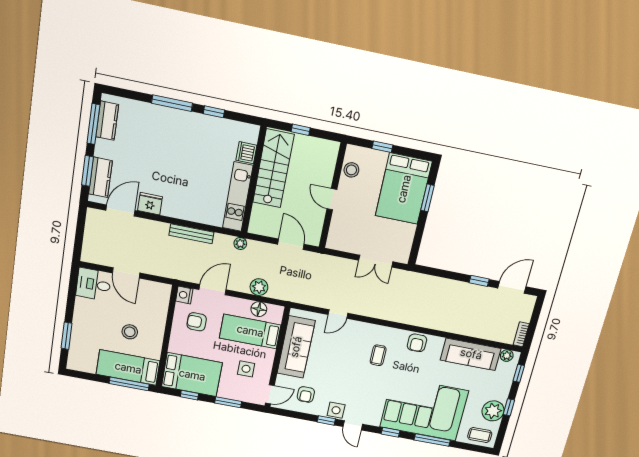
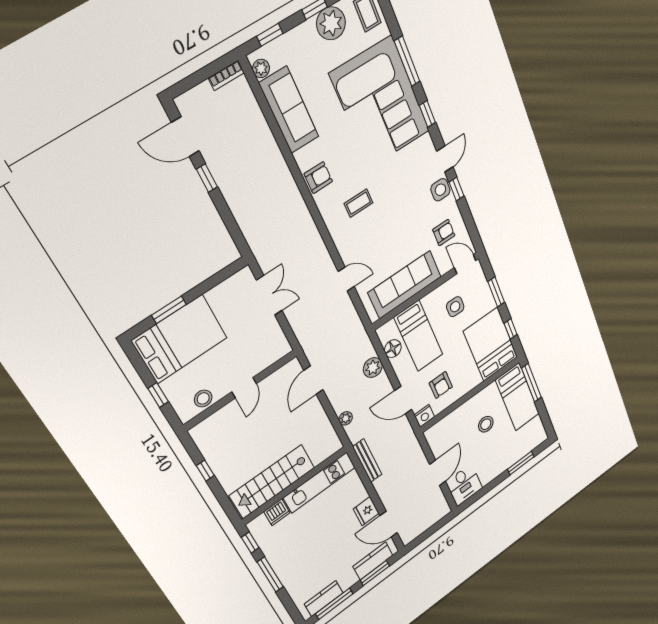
dishwasher: (246, 153) -> (277, 512), moved
stairs: (273, 168) -> (272, 482), moved
wall: (254, 180) -> (295, 485), moved
kitchen unit: (238, 197) -> (320, 482), moved

